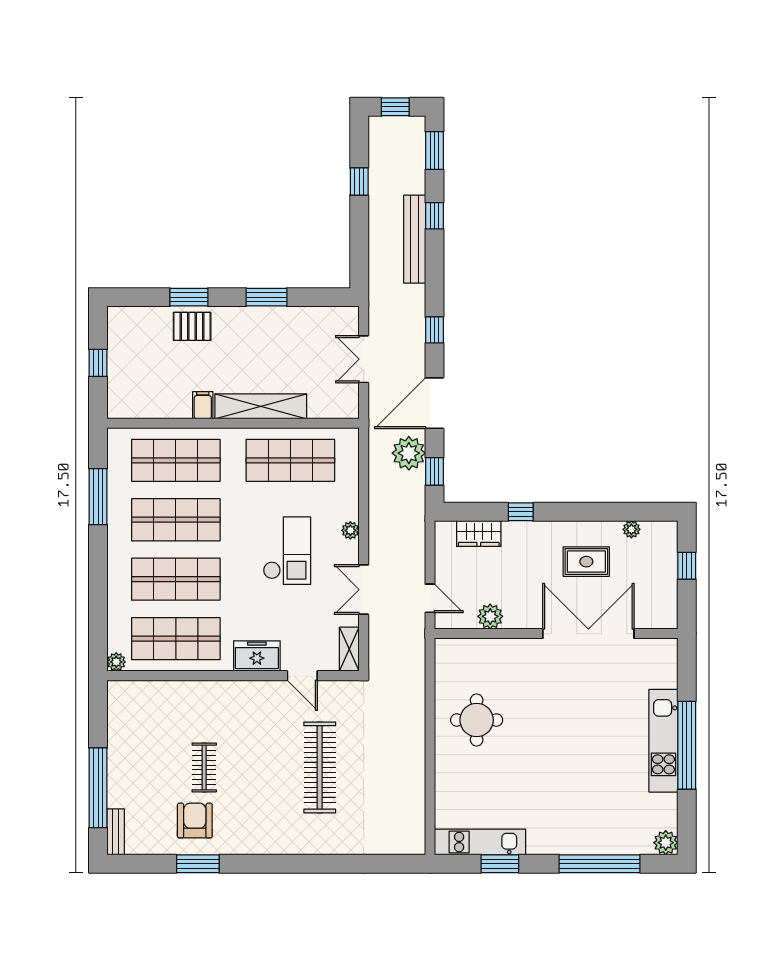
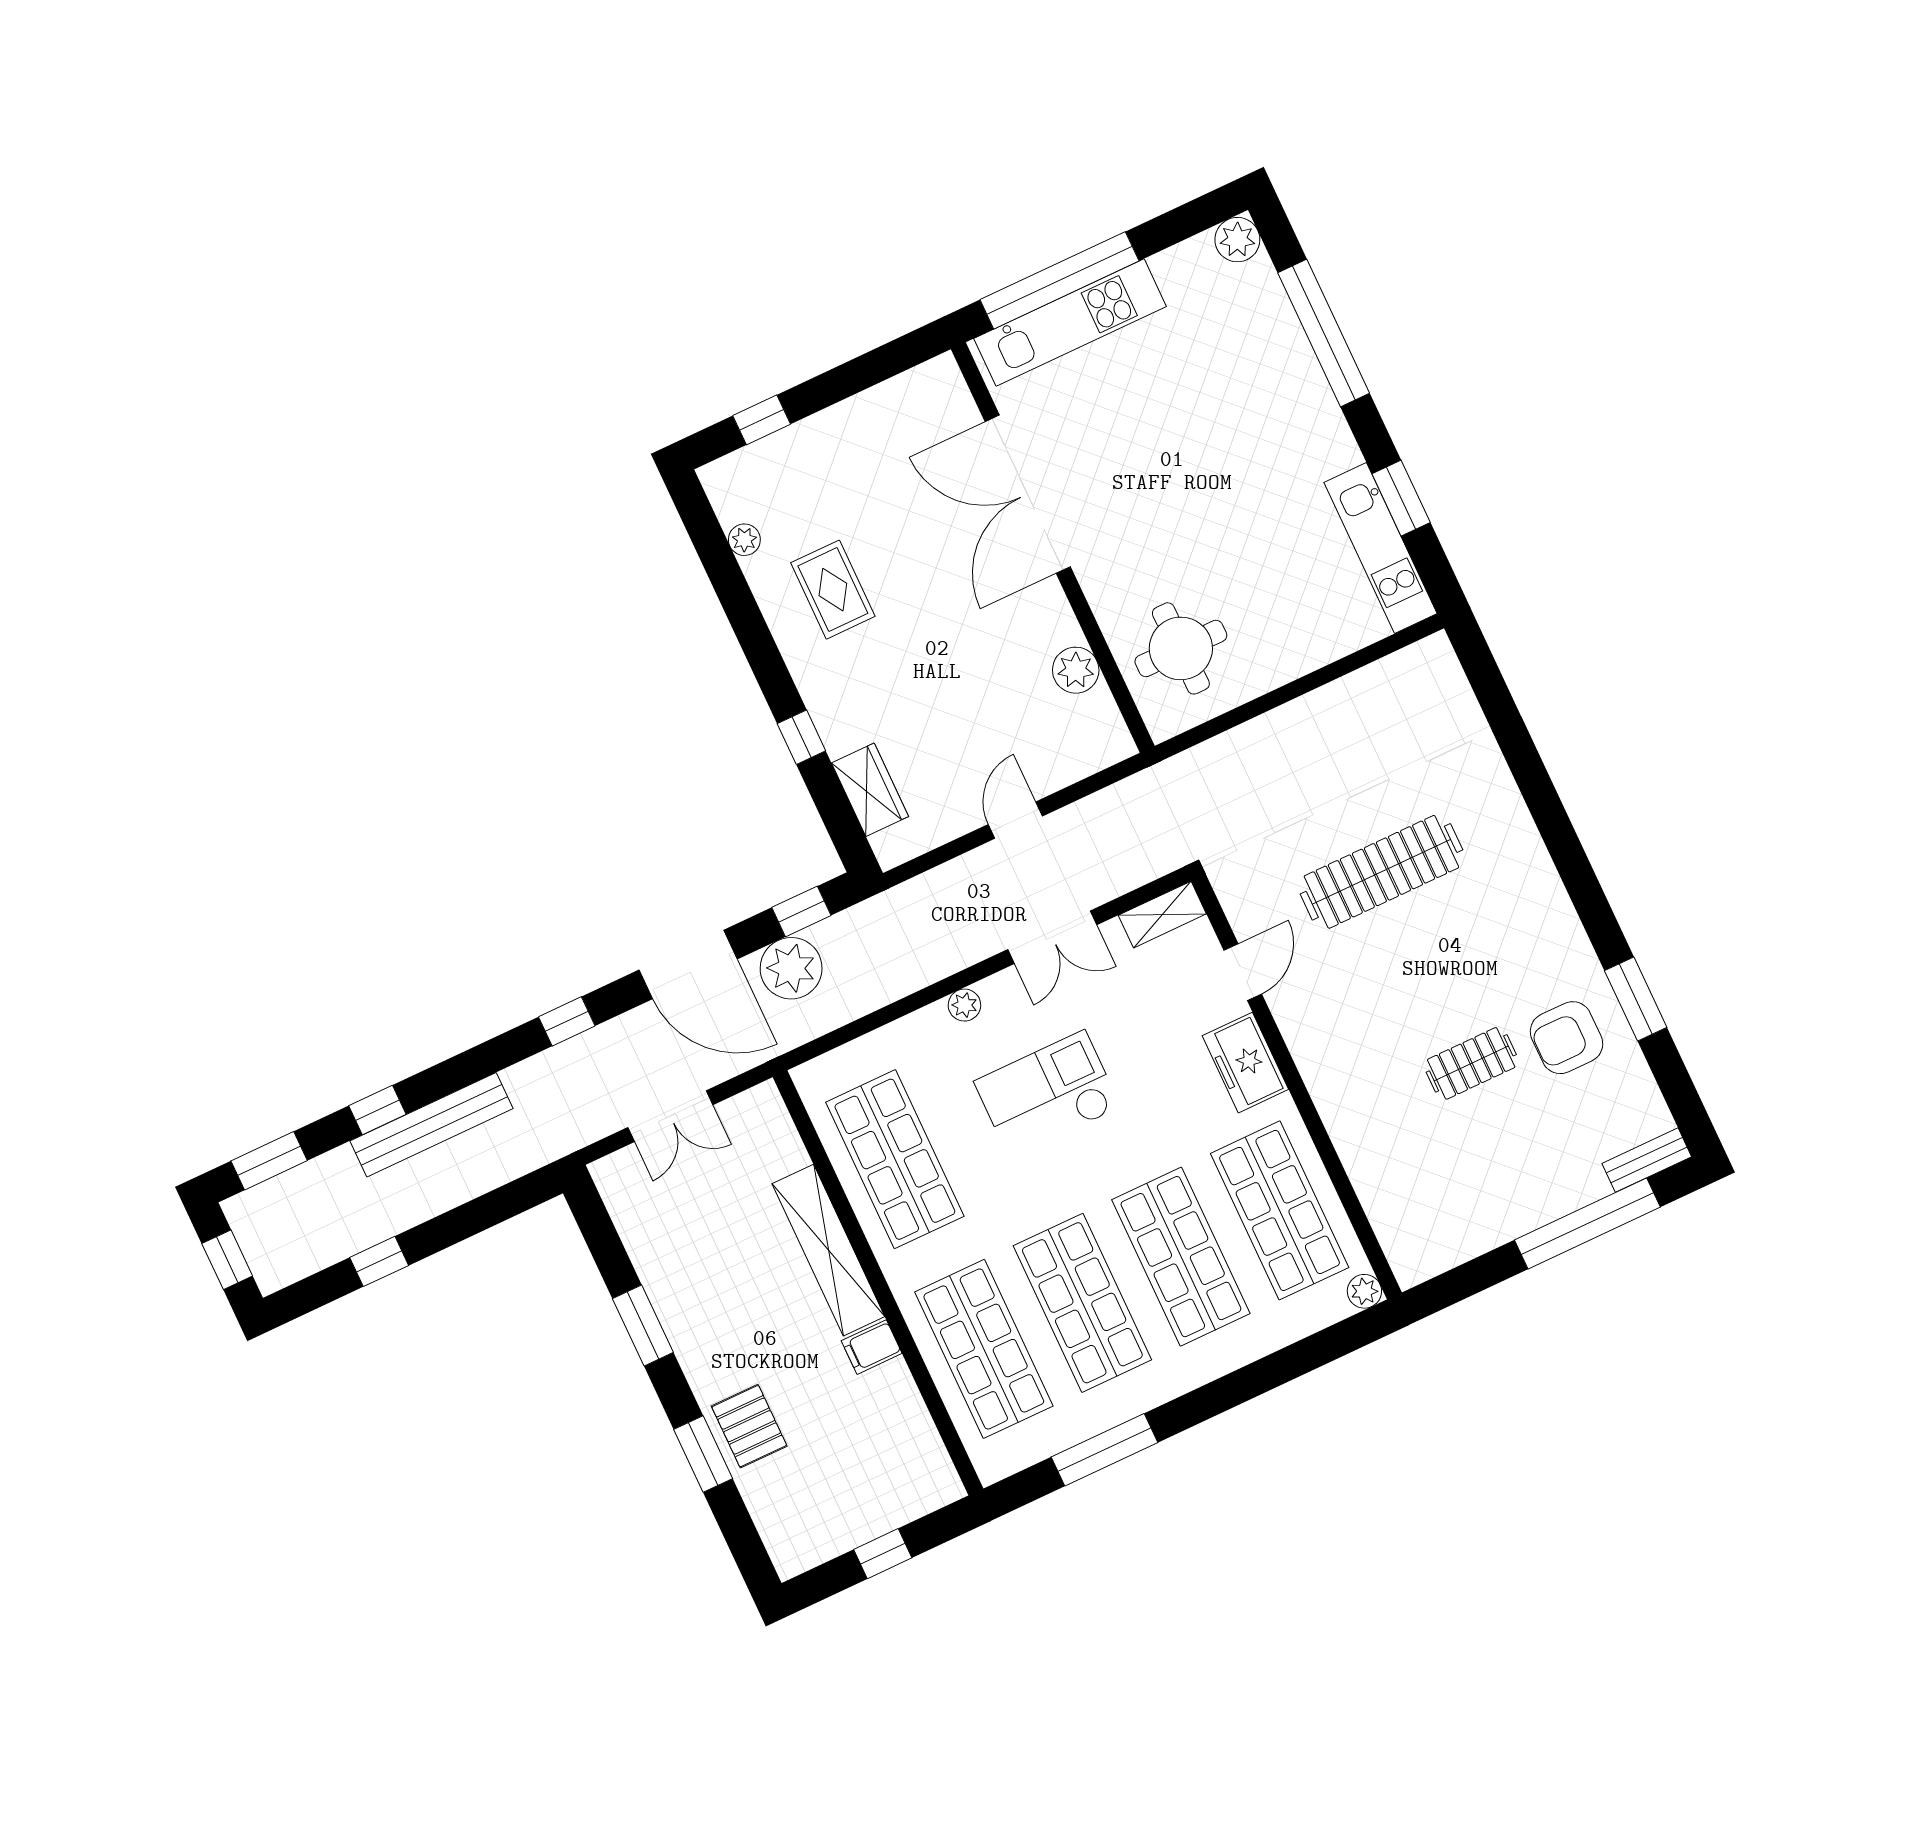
plant: (490, 616) -> (1076, 670), moved
wall: (556, 634) -> (1053, 548), moved
double door: (588, 634) -> (1028, 494), moved

